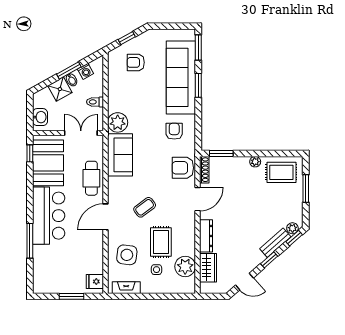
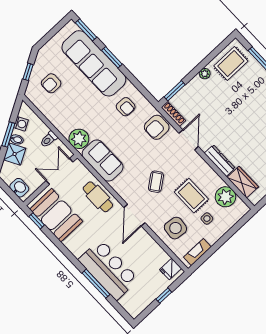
armchair: (174, 131) -> (126, 107), turned 180
bar counter: (49, 216) -> (108, 270), moved
window: (71, 296) -> (164, 296), width x0.67

